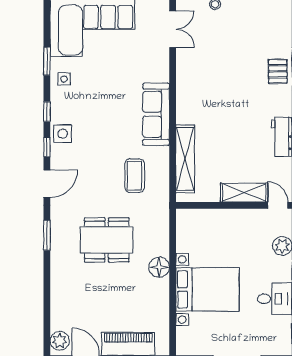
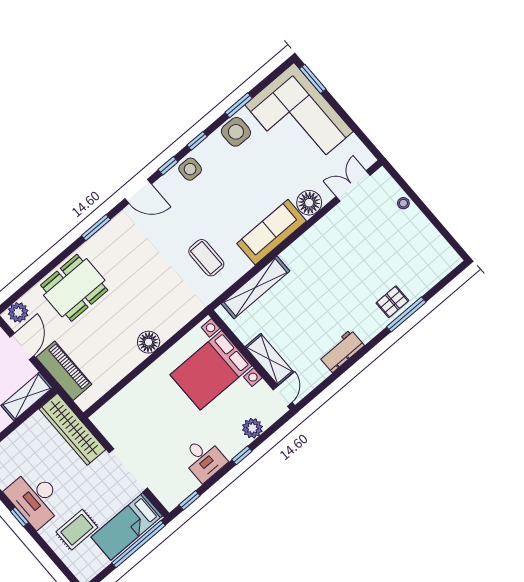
double door: (173, 29) -> (353, 186), swing flipped
floor lamp: (158, 70) -> (309, 203), added
side table: (64, 79) -> (236, 132), width x1.87, depth x1.87
coffee table: (135, 176) -> (206, 258), turned 90
dining table: (107, 240) -> (74, 288), moved, turned 90
bed with nightstands: (207, 289) -> (211, 370), moved, turned 90

